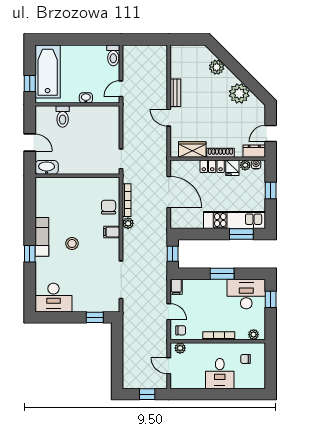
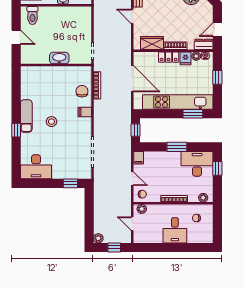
toilet: (63, 116) -> (32, 15), moved
washbasin: (47, 167) -> (59, 58), moved
kitchen unit: (234, 220) -> (178, 102), width x1.36
plant: (128, 223) -> (98, 238), moved

